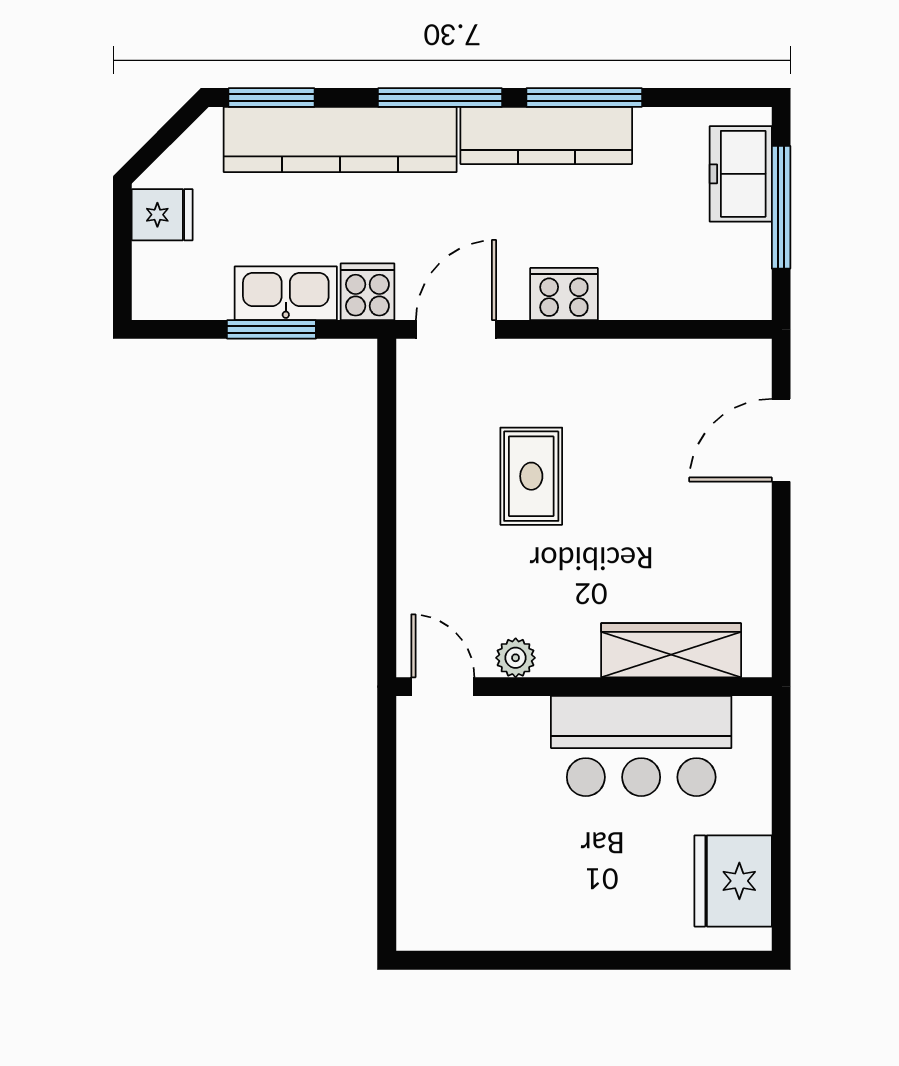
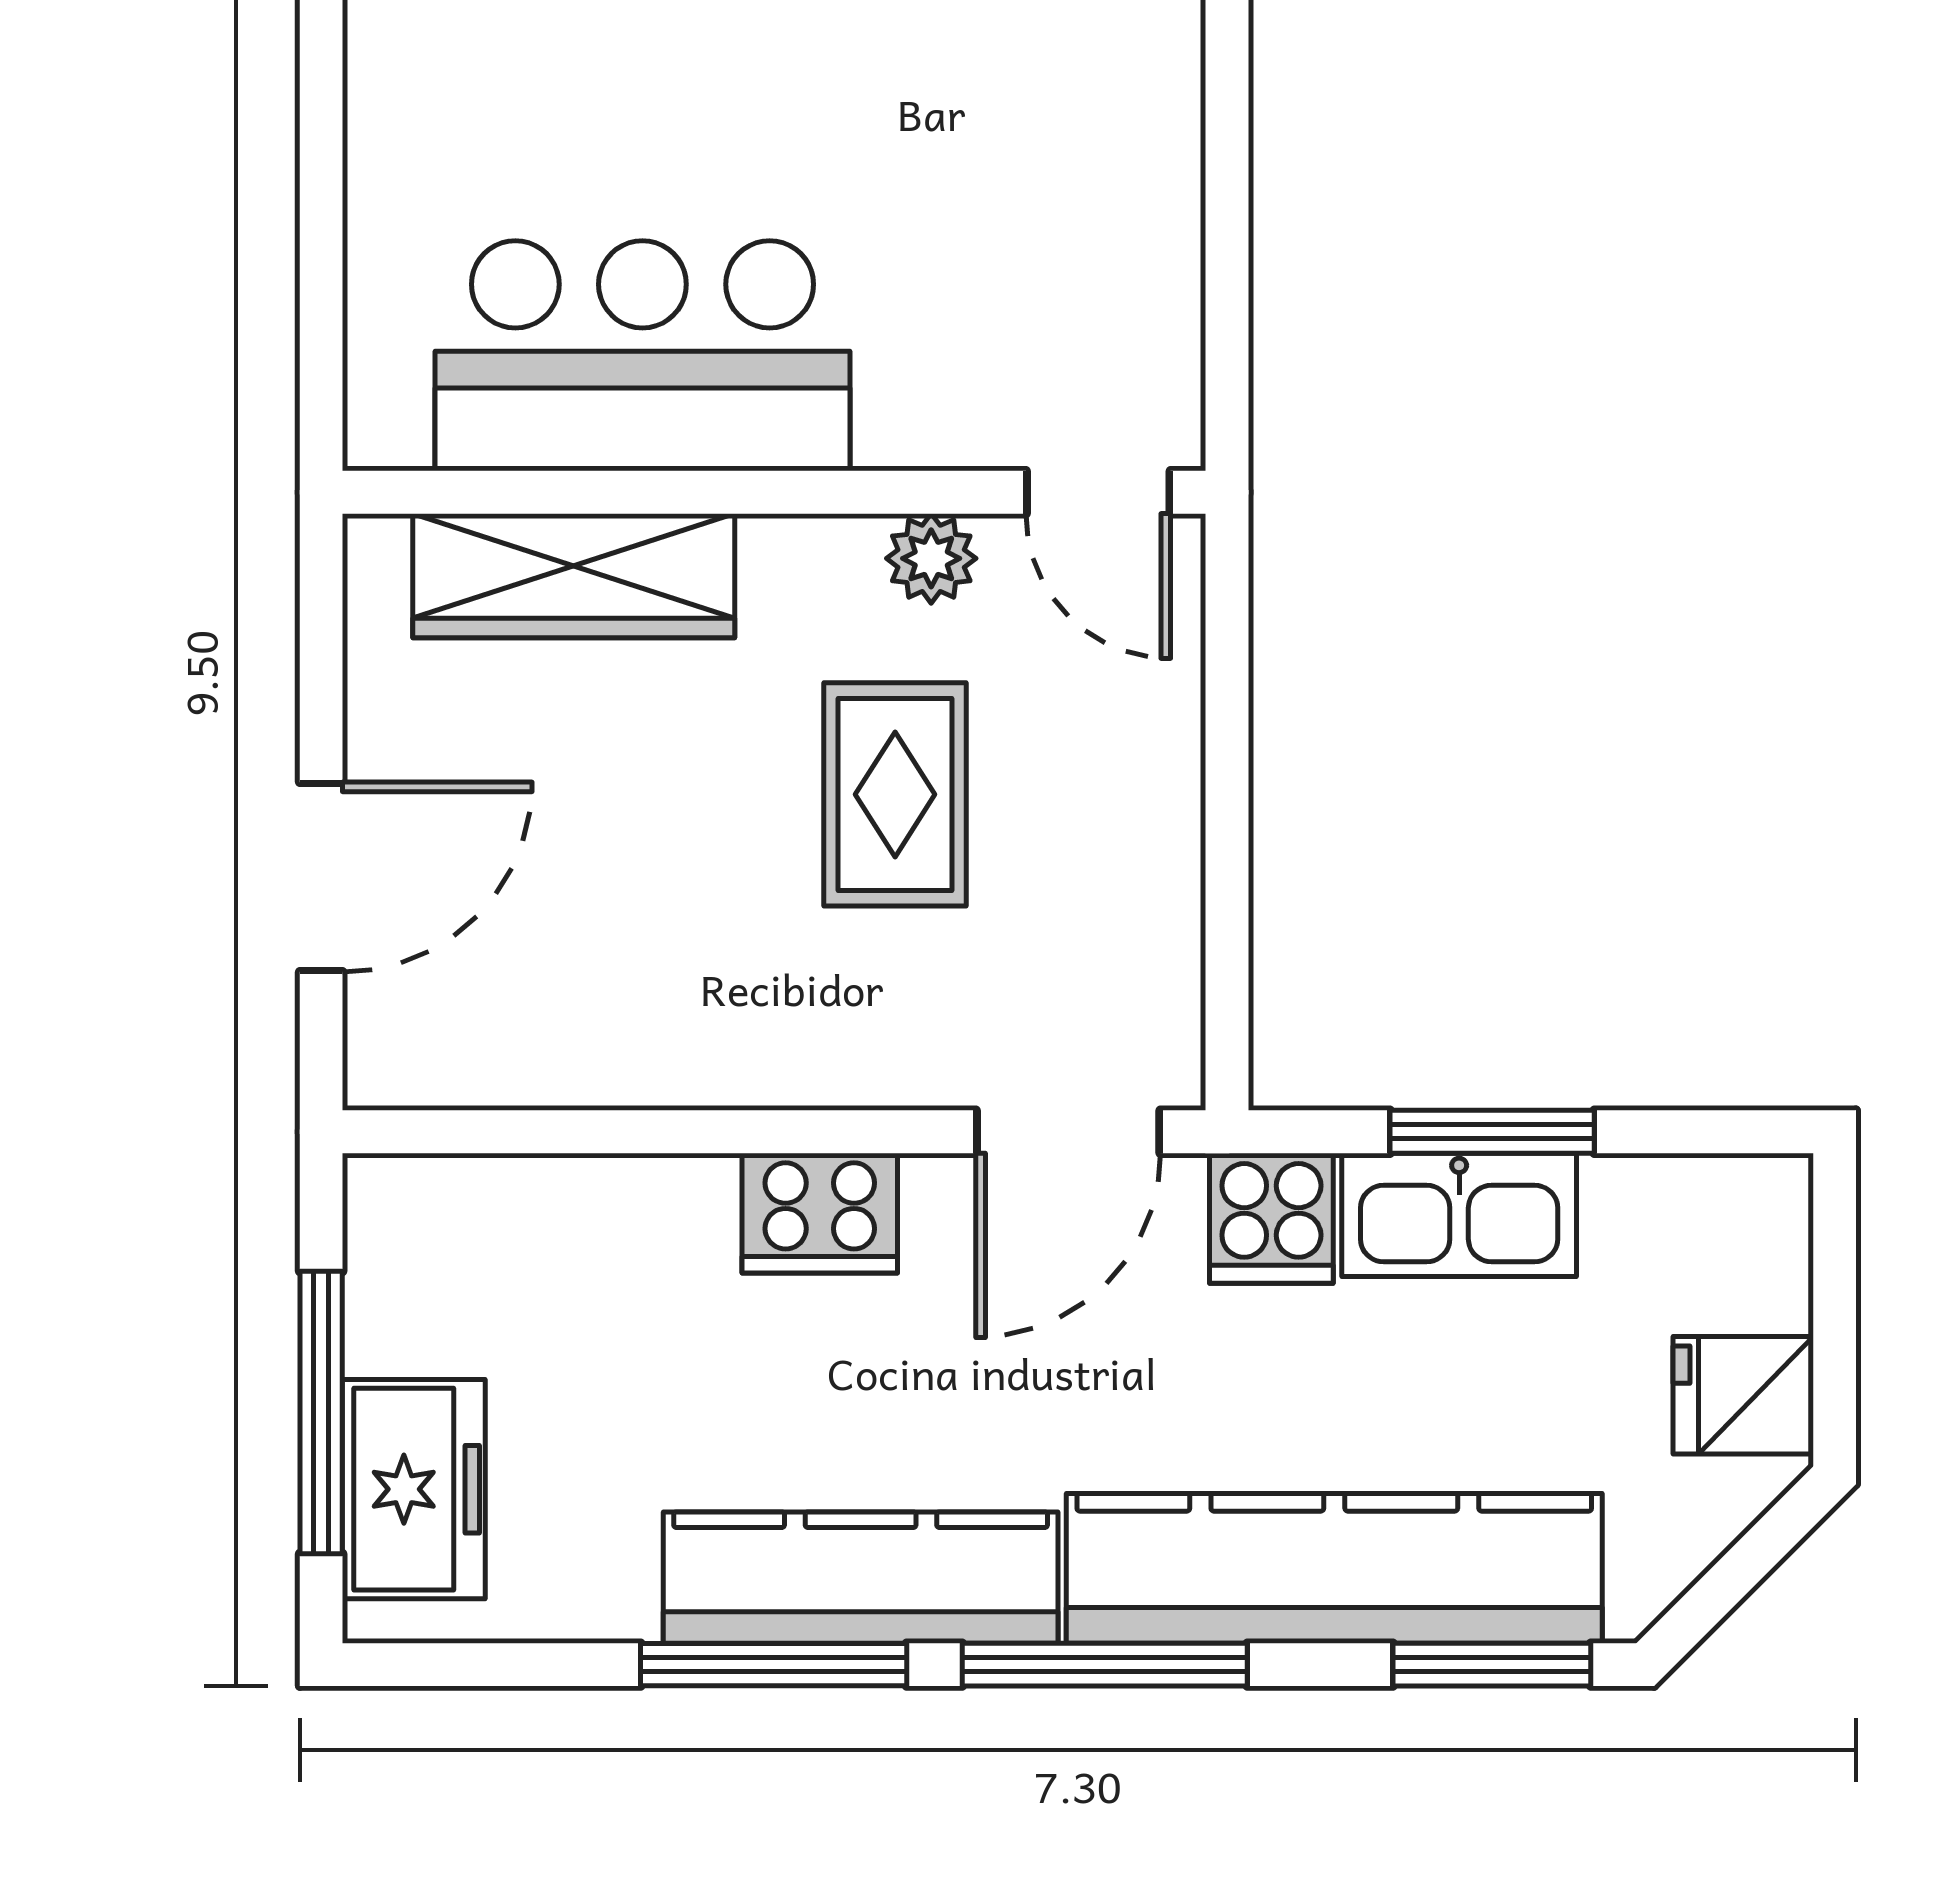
wardrobe: (671, 650) -> (574, 576), moved
plant: (516, 658) -> (931, 558), moved
door: (443, 687) -> (1098, 492), moved
wall: (584, 687) -> (774, 492), moved
bar counter: (641, 746) -> (642, 356), moved

